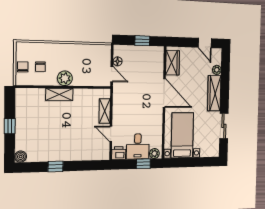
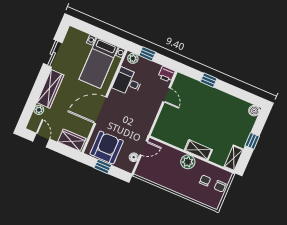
armchair: (146, 60) -> (107, 147), added
wardrobe: (173, 63) -> (72, 140), moved, turned 90
door: (112, 74) -> (144, 148), swing flipped
door: (164, 93) -> (101, 110), hinge flipped
shelving: (105, 111) -> (234, 158), moved
desk: (138, 146) -> (128, 82), moved, turned -90
window: (56, 166) -> (209, 80), moved

